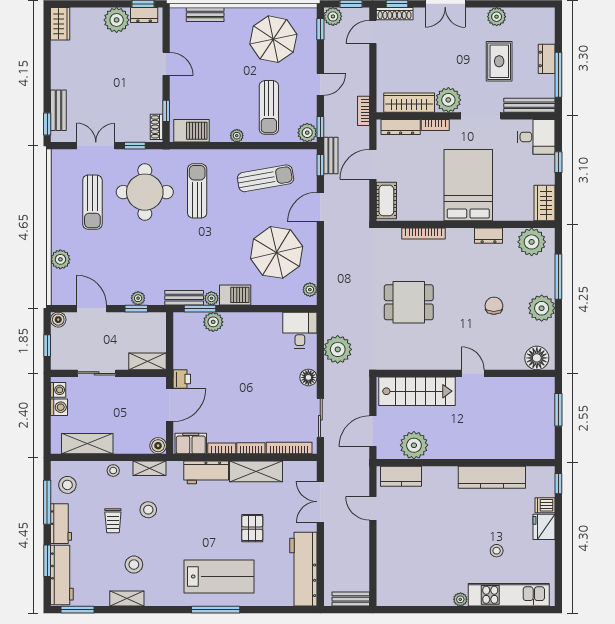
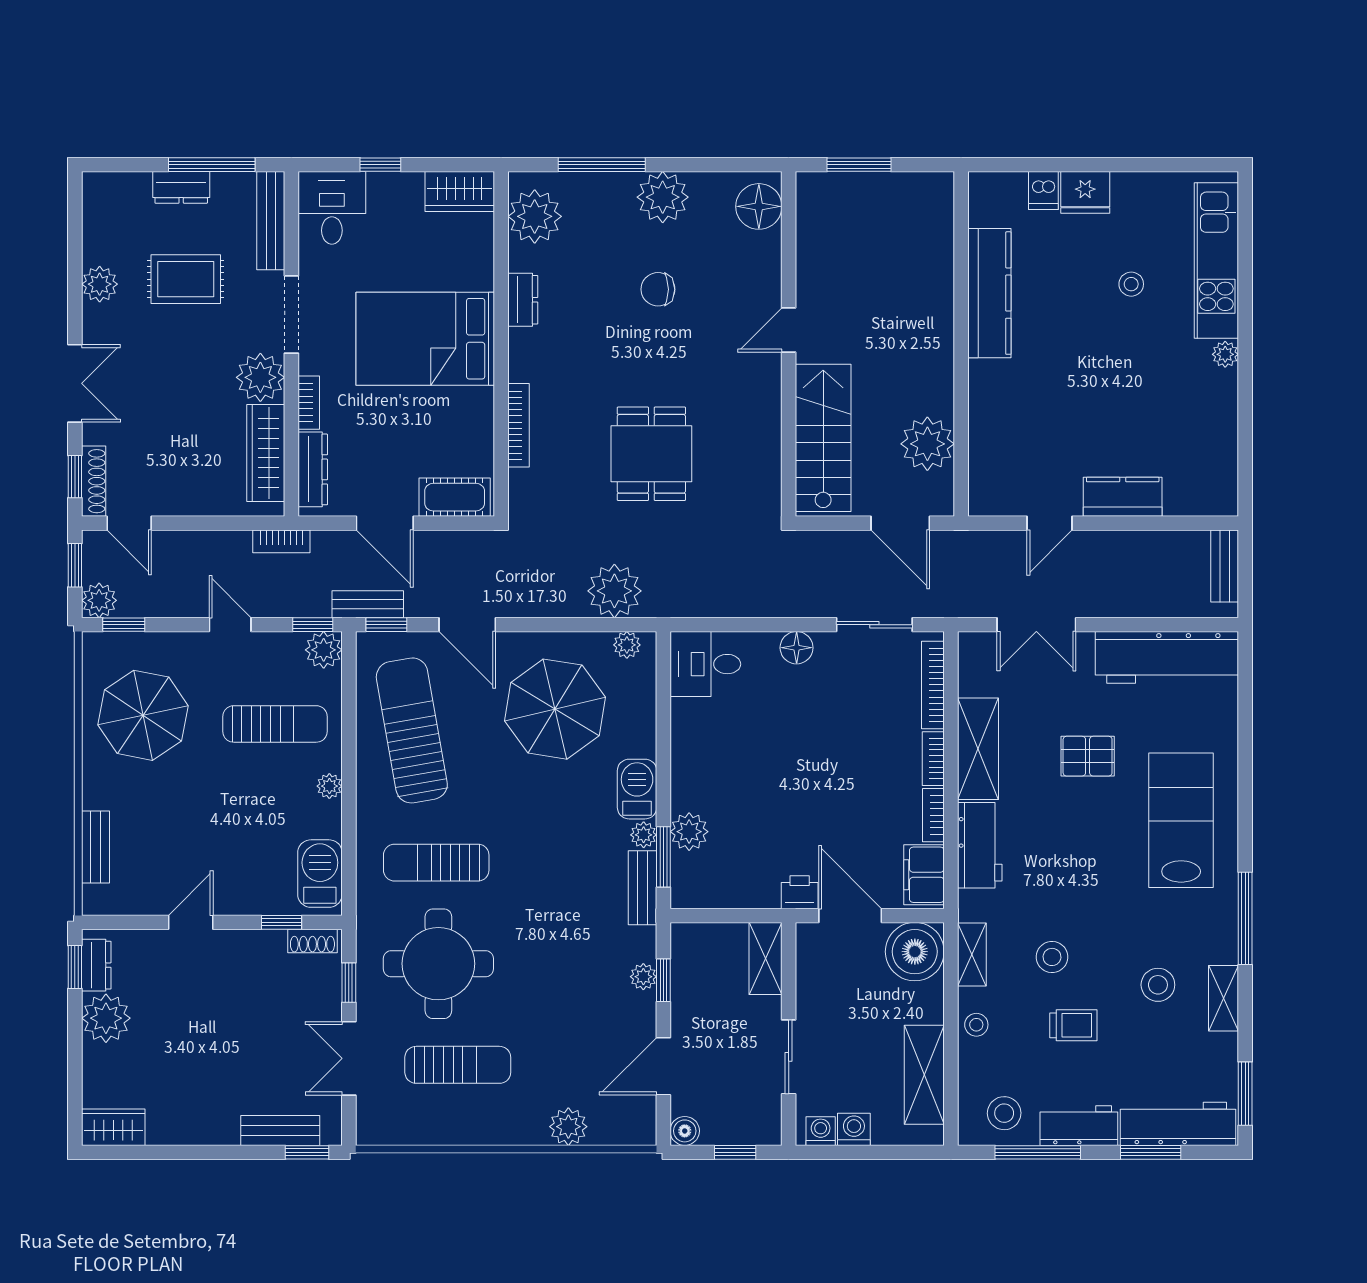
sun lounger: (266, 178) -> (412, 730), width x1.36, depth x1.34
plant: (338, 349) -> (614, 591), moved
boiler: (158, 446) -> (915, 952), width x1.86, depth x1.86
kitchen counter: (401, 476) -> (1123, 497), moved, turned -90
window: (558, 484) -> (1002, 165), removed
window: (216, 610) -> (1245, 918), moved

